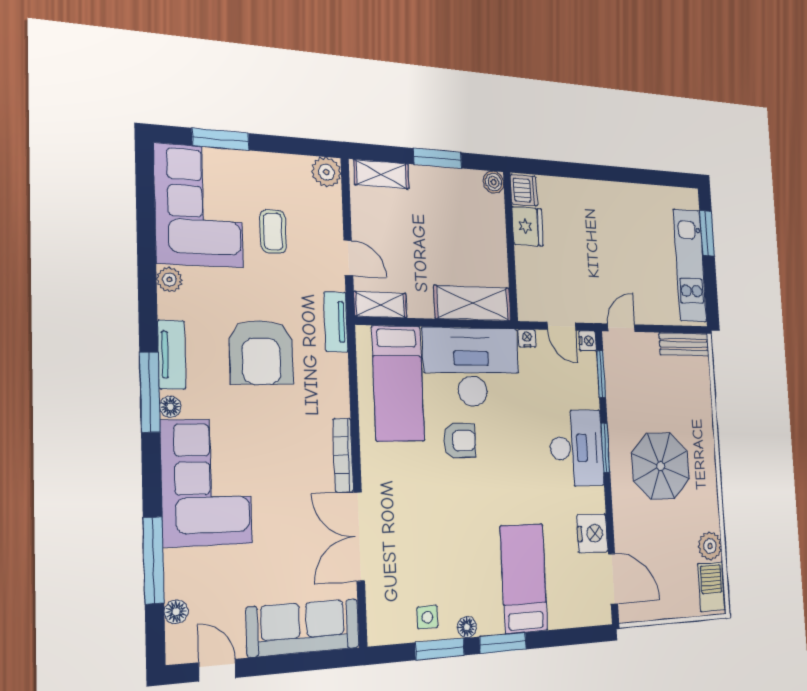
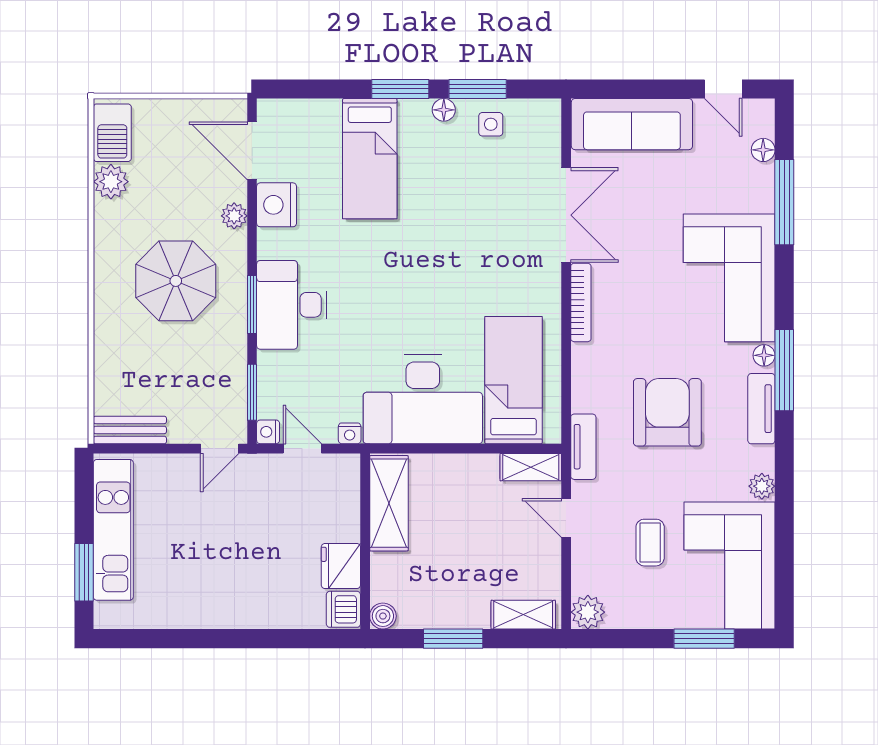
shelving: (473, 303) -> (389, 503), moved, turned 90
armchair: (460, 441) -> (442, 316), removed
plant: (623, 522) -> (234, 216), added

